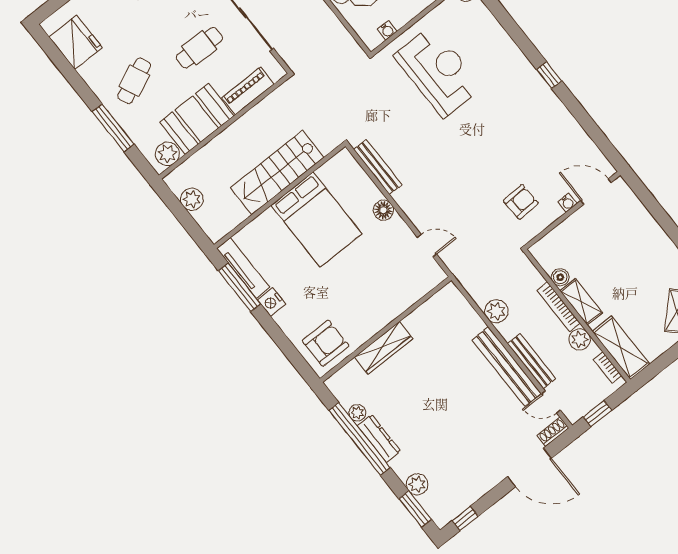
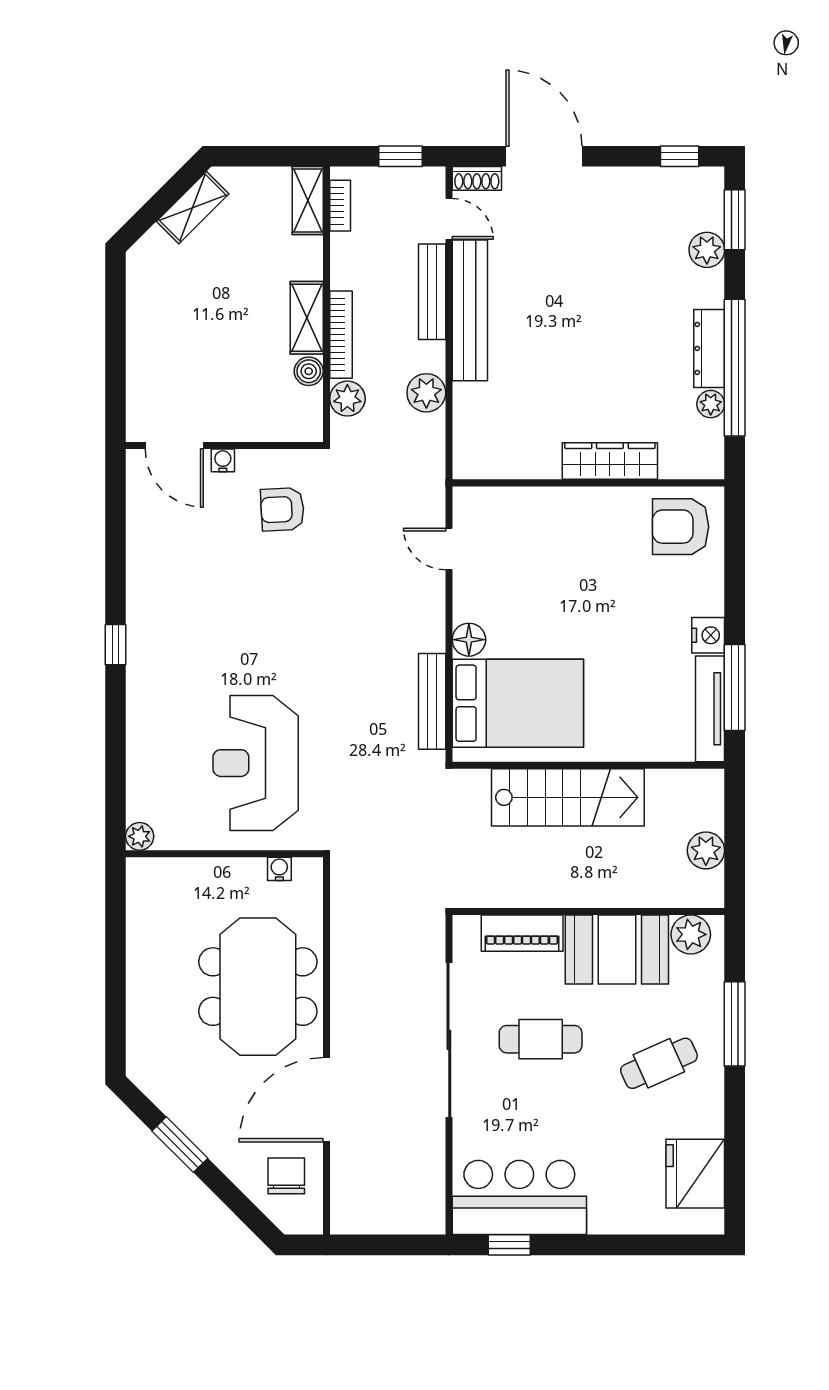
bed: (316, 220) -> (518, 703), moved, turned 90
plant: (580, 339) -> (347, 399), moved
shelving: (621, 348) -> (308, 201), width x0.67, depth x0.75

